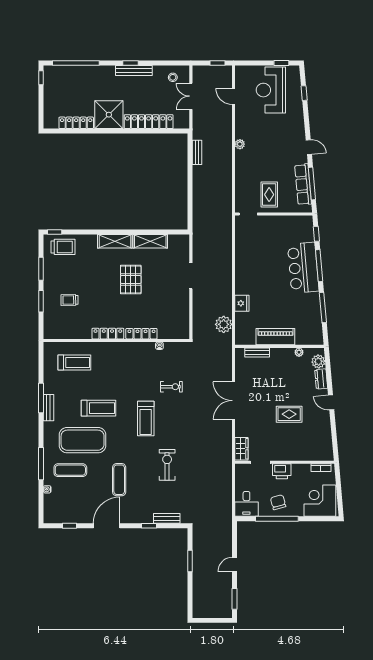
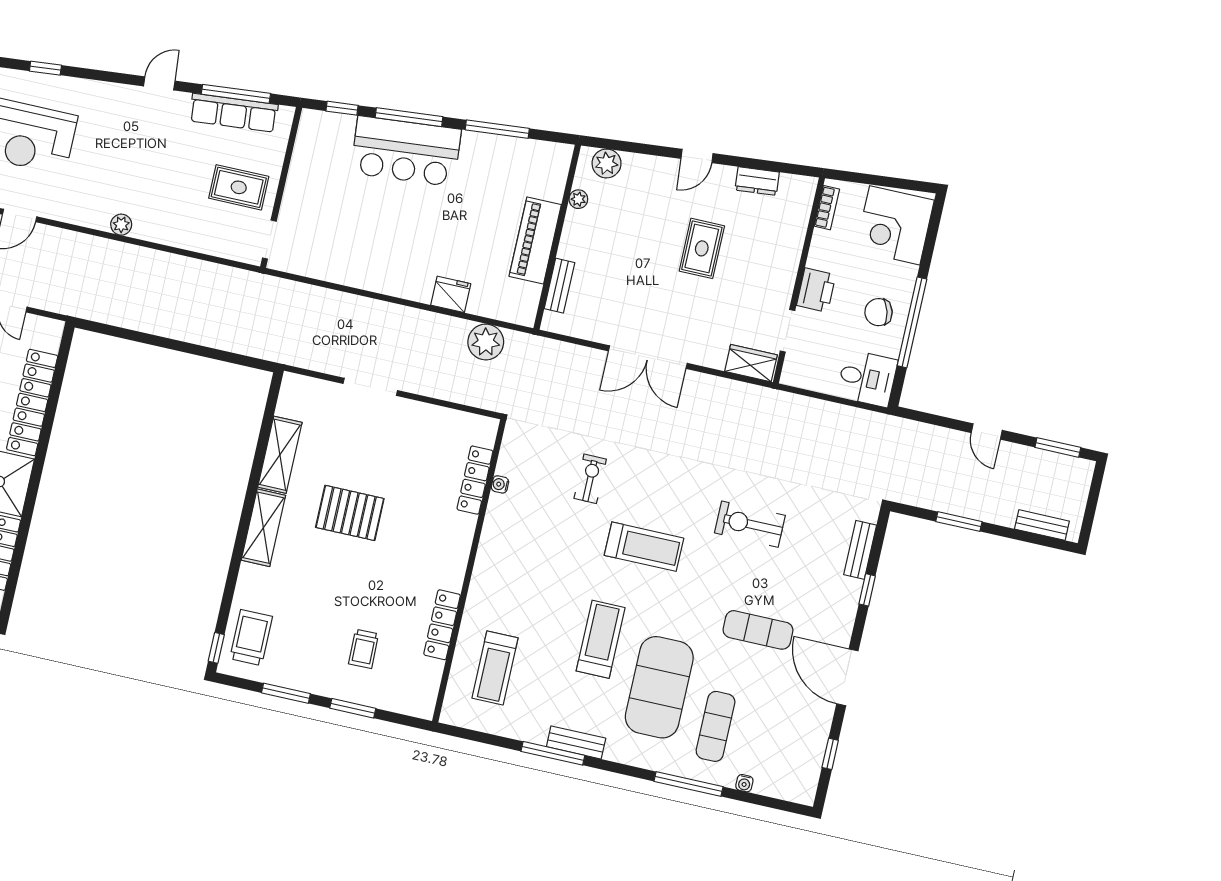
bench: (197, 152) -> (1042, 525), moved
locker: (108, 334) -> (442, 625), moved
locker: (141, 334) -> (475, 480), moved
treadmill: (74, 362) -> (495, 668), turned 180
dresser: (321, 379) -> (757, 181), moved

